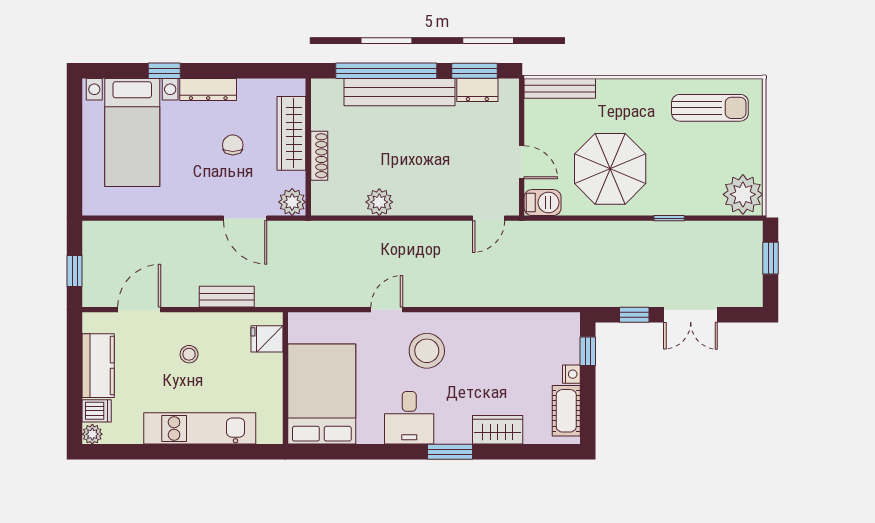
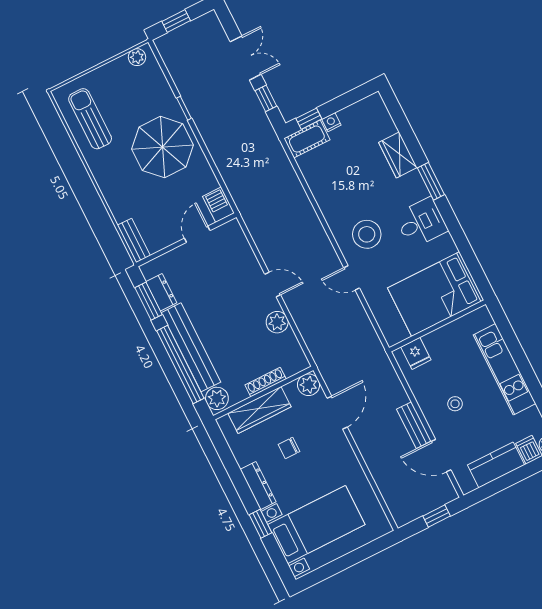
bench: (560, 88) -> (134, 240), width x0.73
plant: (328, 92) -> (217, 398), added
parasol: (610, 169) -> (163, 147), moved
plant: (743, 194) -> (137, 57), width x0.53, depth x0.53
door: (489, 218) -> (273, 284), moved
bench: (227, 297) -> (414, 425), moved
cot: (566, 411) -> (307, 139), moved

